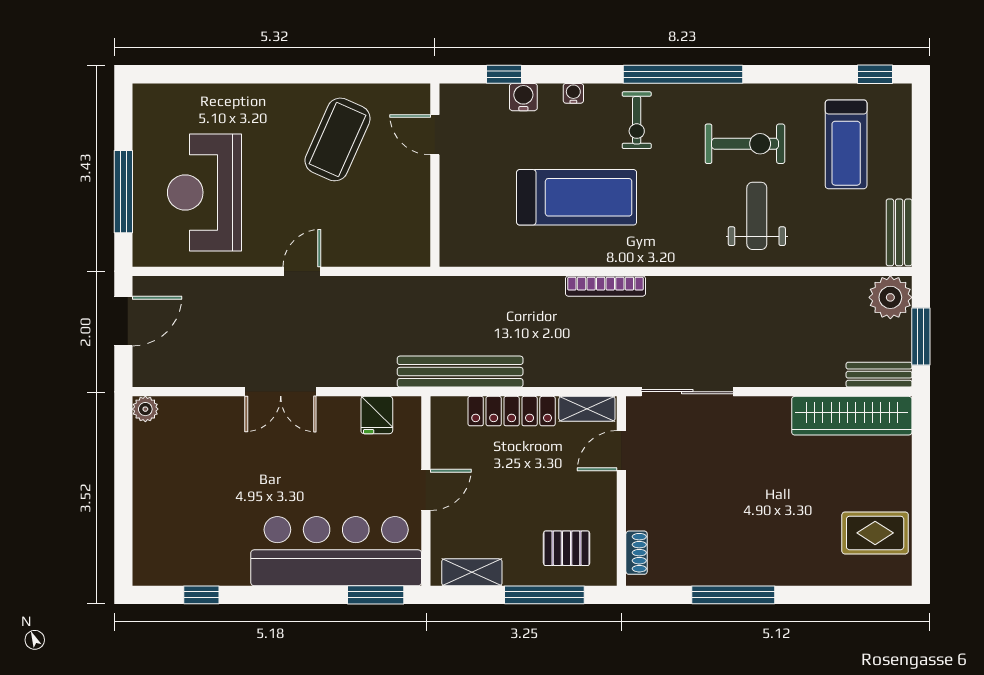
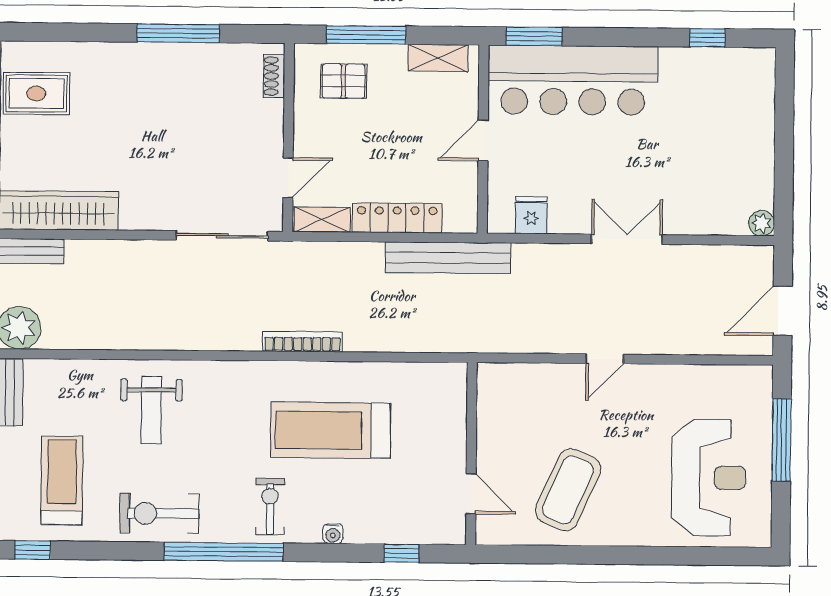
water cooler: (523, 97) -> (383, 530), removed
exercise bike: (745, 144) -> (159, 513), moved
reception desk: (204, 192) -> (709, 478), moved

